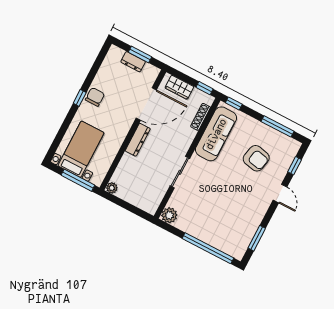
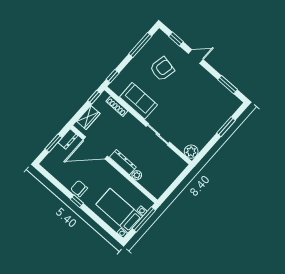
dresser: (133, 62) -> (68, 139), moved
door: (146, 104) -> (95, 148), swing flipped
sofa: (216, 134) -> (138, 101), width x0.73
plant: (112, 188) -> (137, 175), moved
window: (208, 248) -> (226, 127), width x0.47

